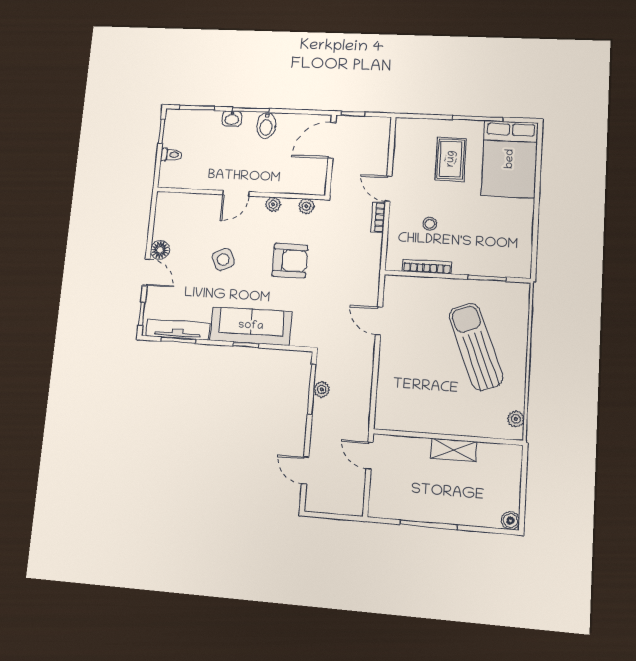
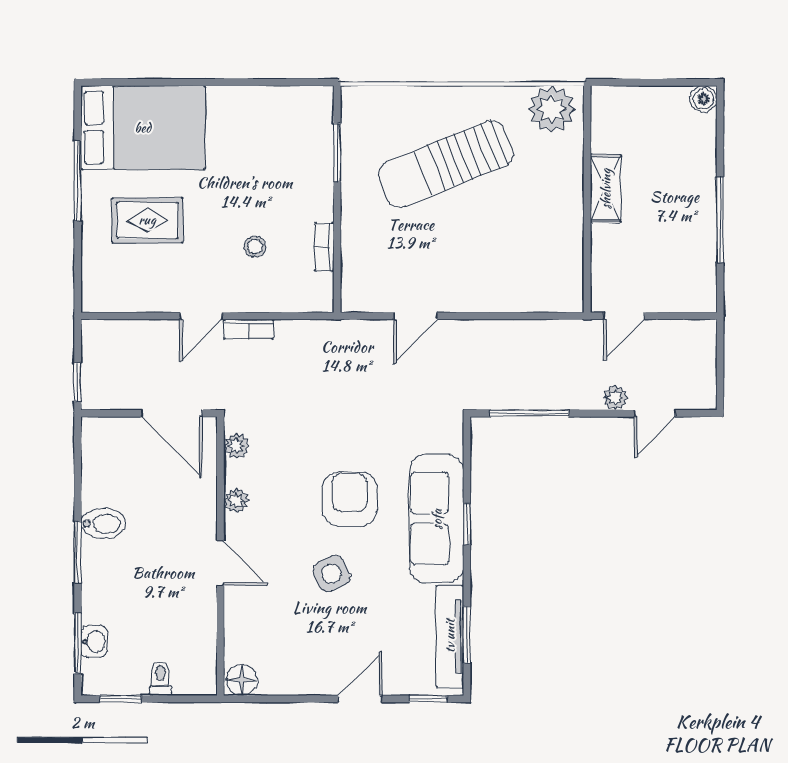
washbasin: (232, 119) -> (94, 641), moved
door: (332, 140) -> (172, 413), moved
floor lamp: (160, 250) -> (242, 680), moved
armchair: (290, 261) -> (350, 499), moved
bookcase: (427, 267) -> (324, 247), width x0.64
plant: (322, 389) -> (615, 398), moved
plant: (516, 419) -> (552, 109), width x1.88, depth x1.88

